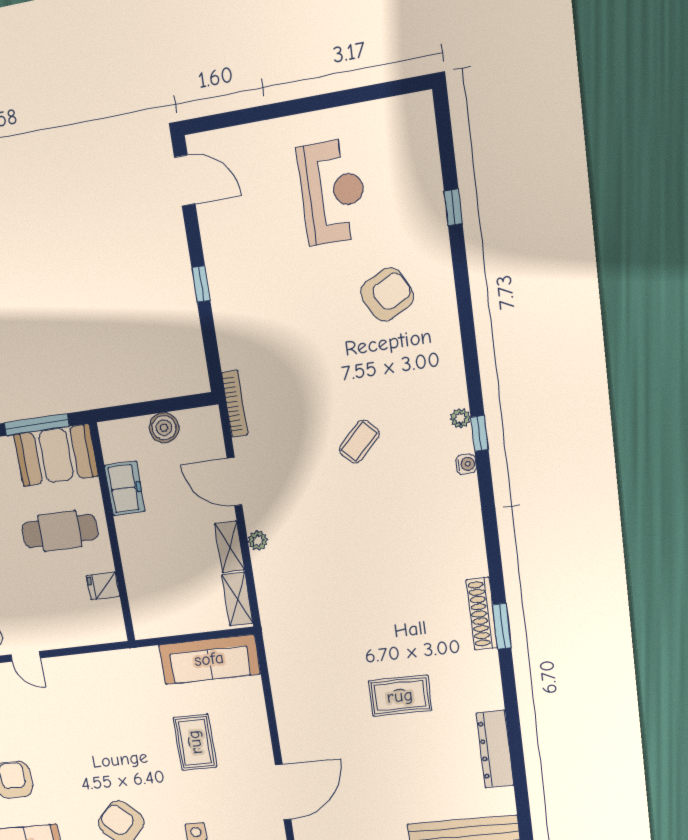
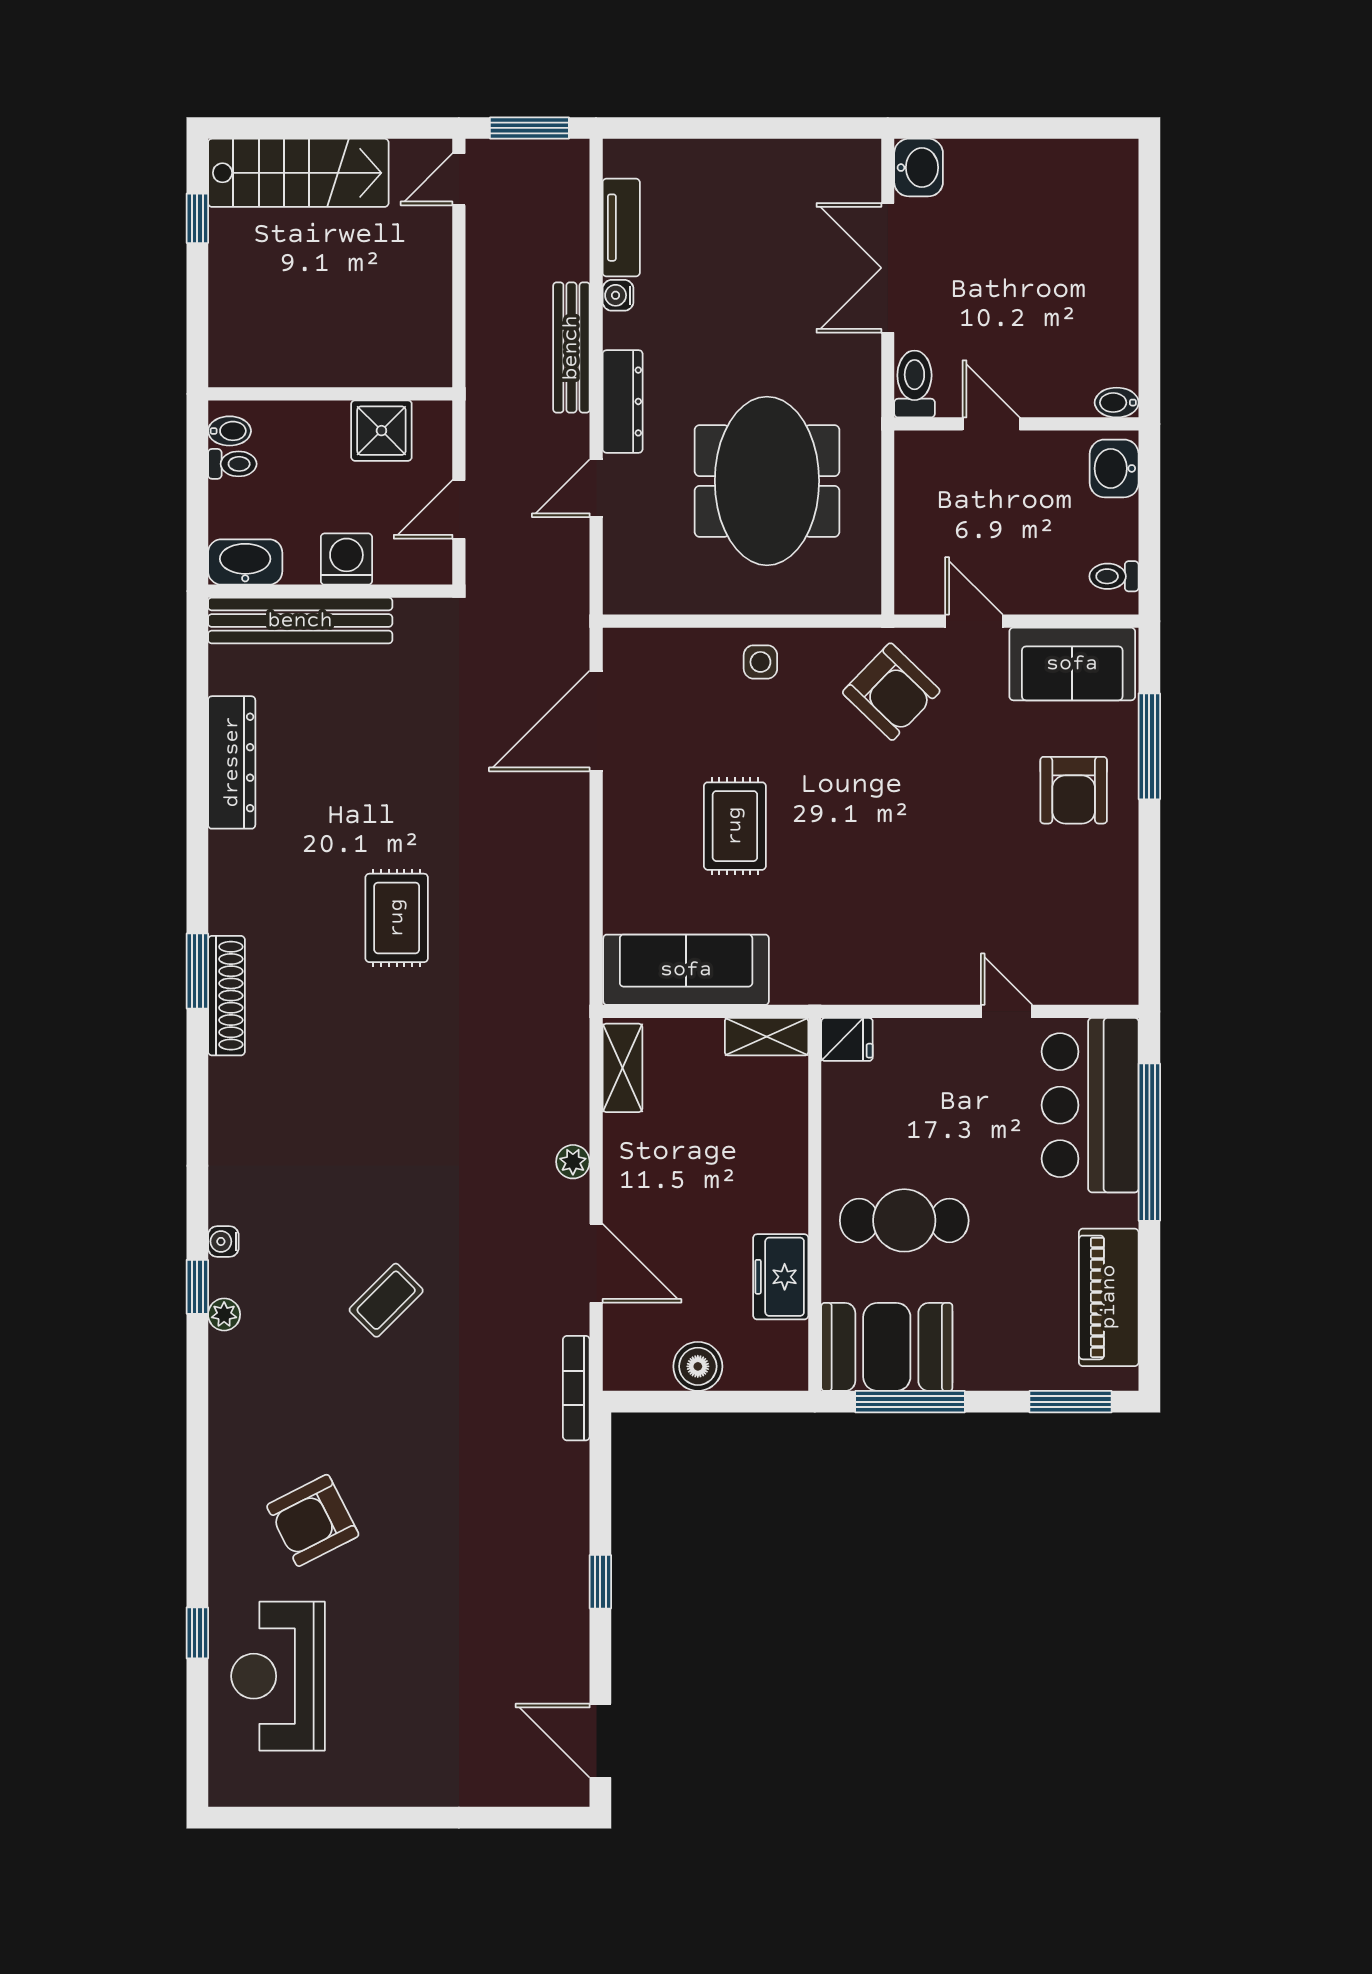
reception desk: (333, 192) -> (278, 1676), moved
shelving: (230, 547) -> (767, 1037), moved, turned 90
fridge: (103, 586) -> (847, 1039), moved
rug: (400, 696) -> (397, 918), moved, turned 90

